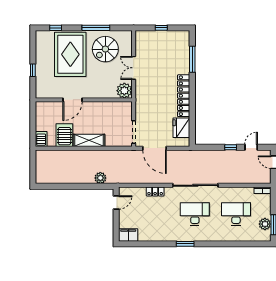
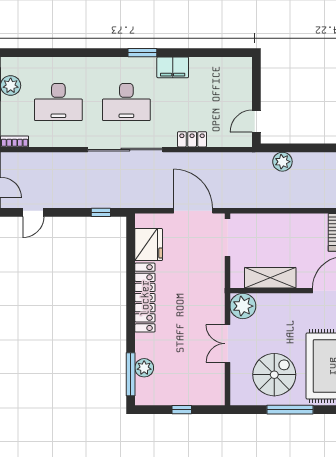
plant: (184, 53) -> (144, 368), added
window: (192, 59) -> (131, 374), moved
double door: (134, 68) -> (228, 344), swing flipped
shelving: (89, 140) -> (270, 278), moved
window: (231, 147) -> (101, 212), moved
filing cabinet: (128, 235) -> (173, 67), moved

